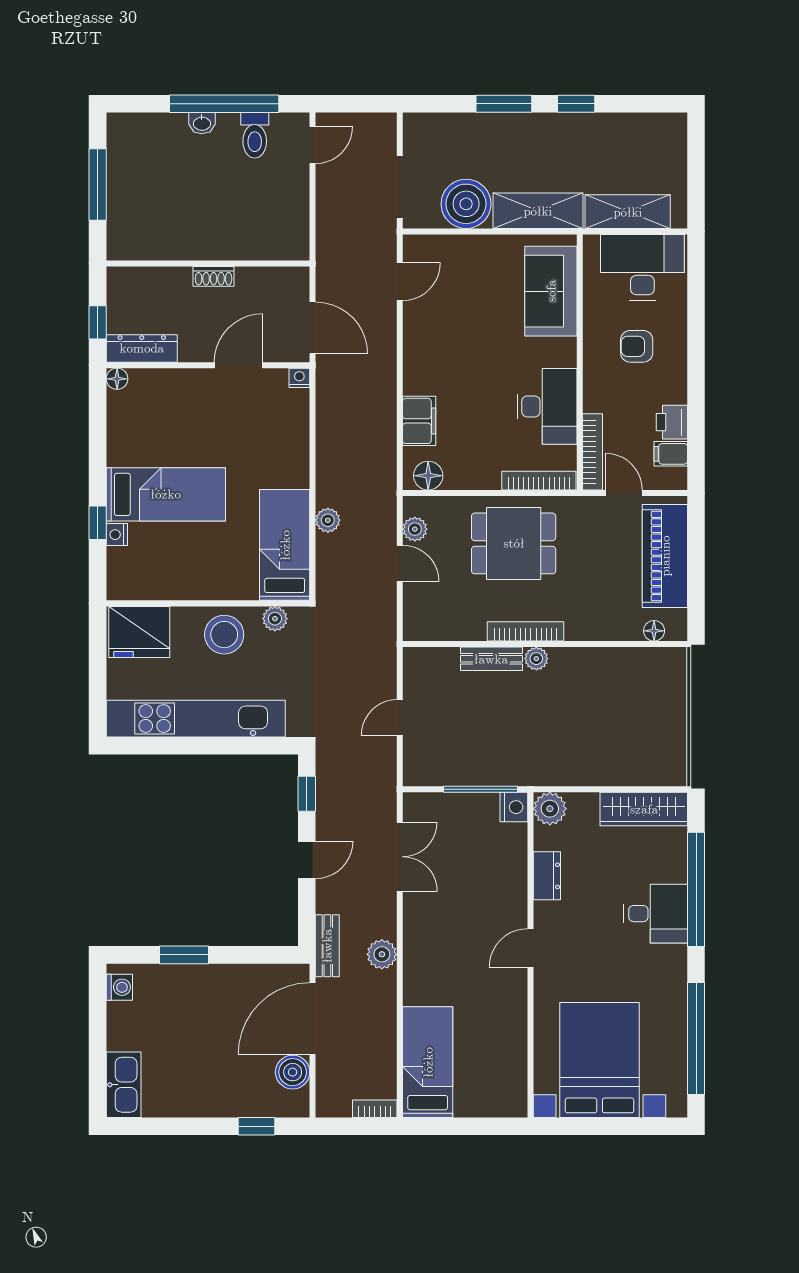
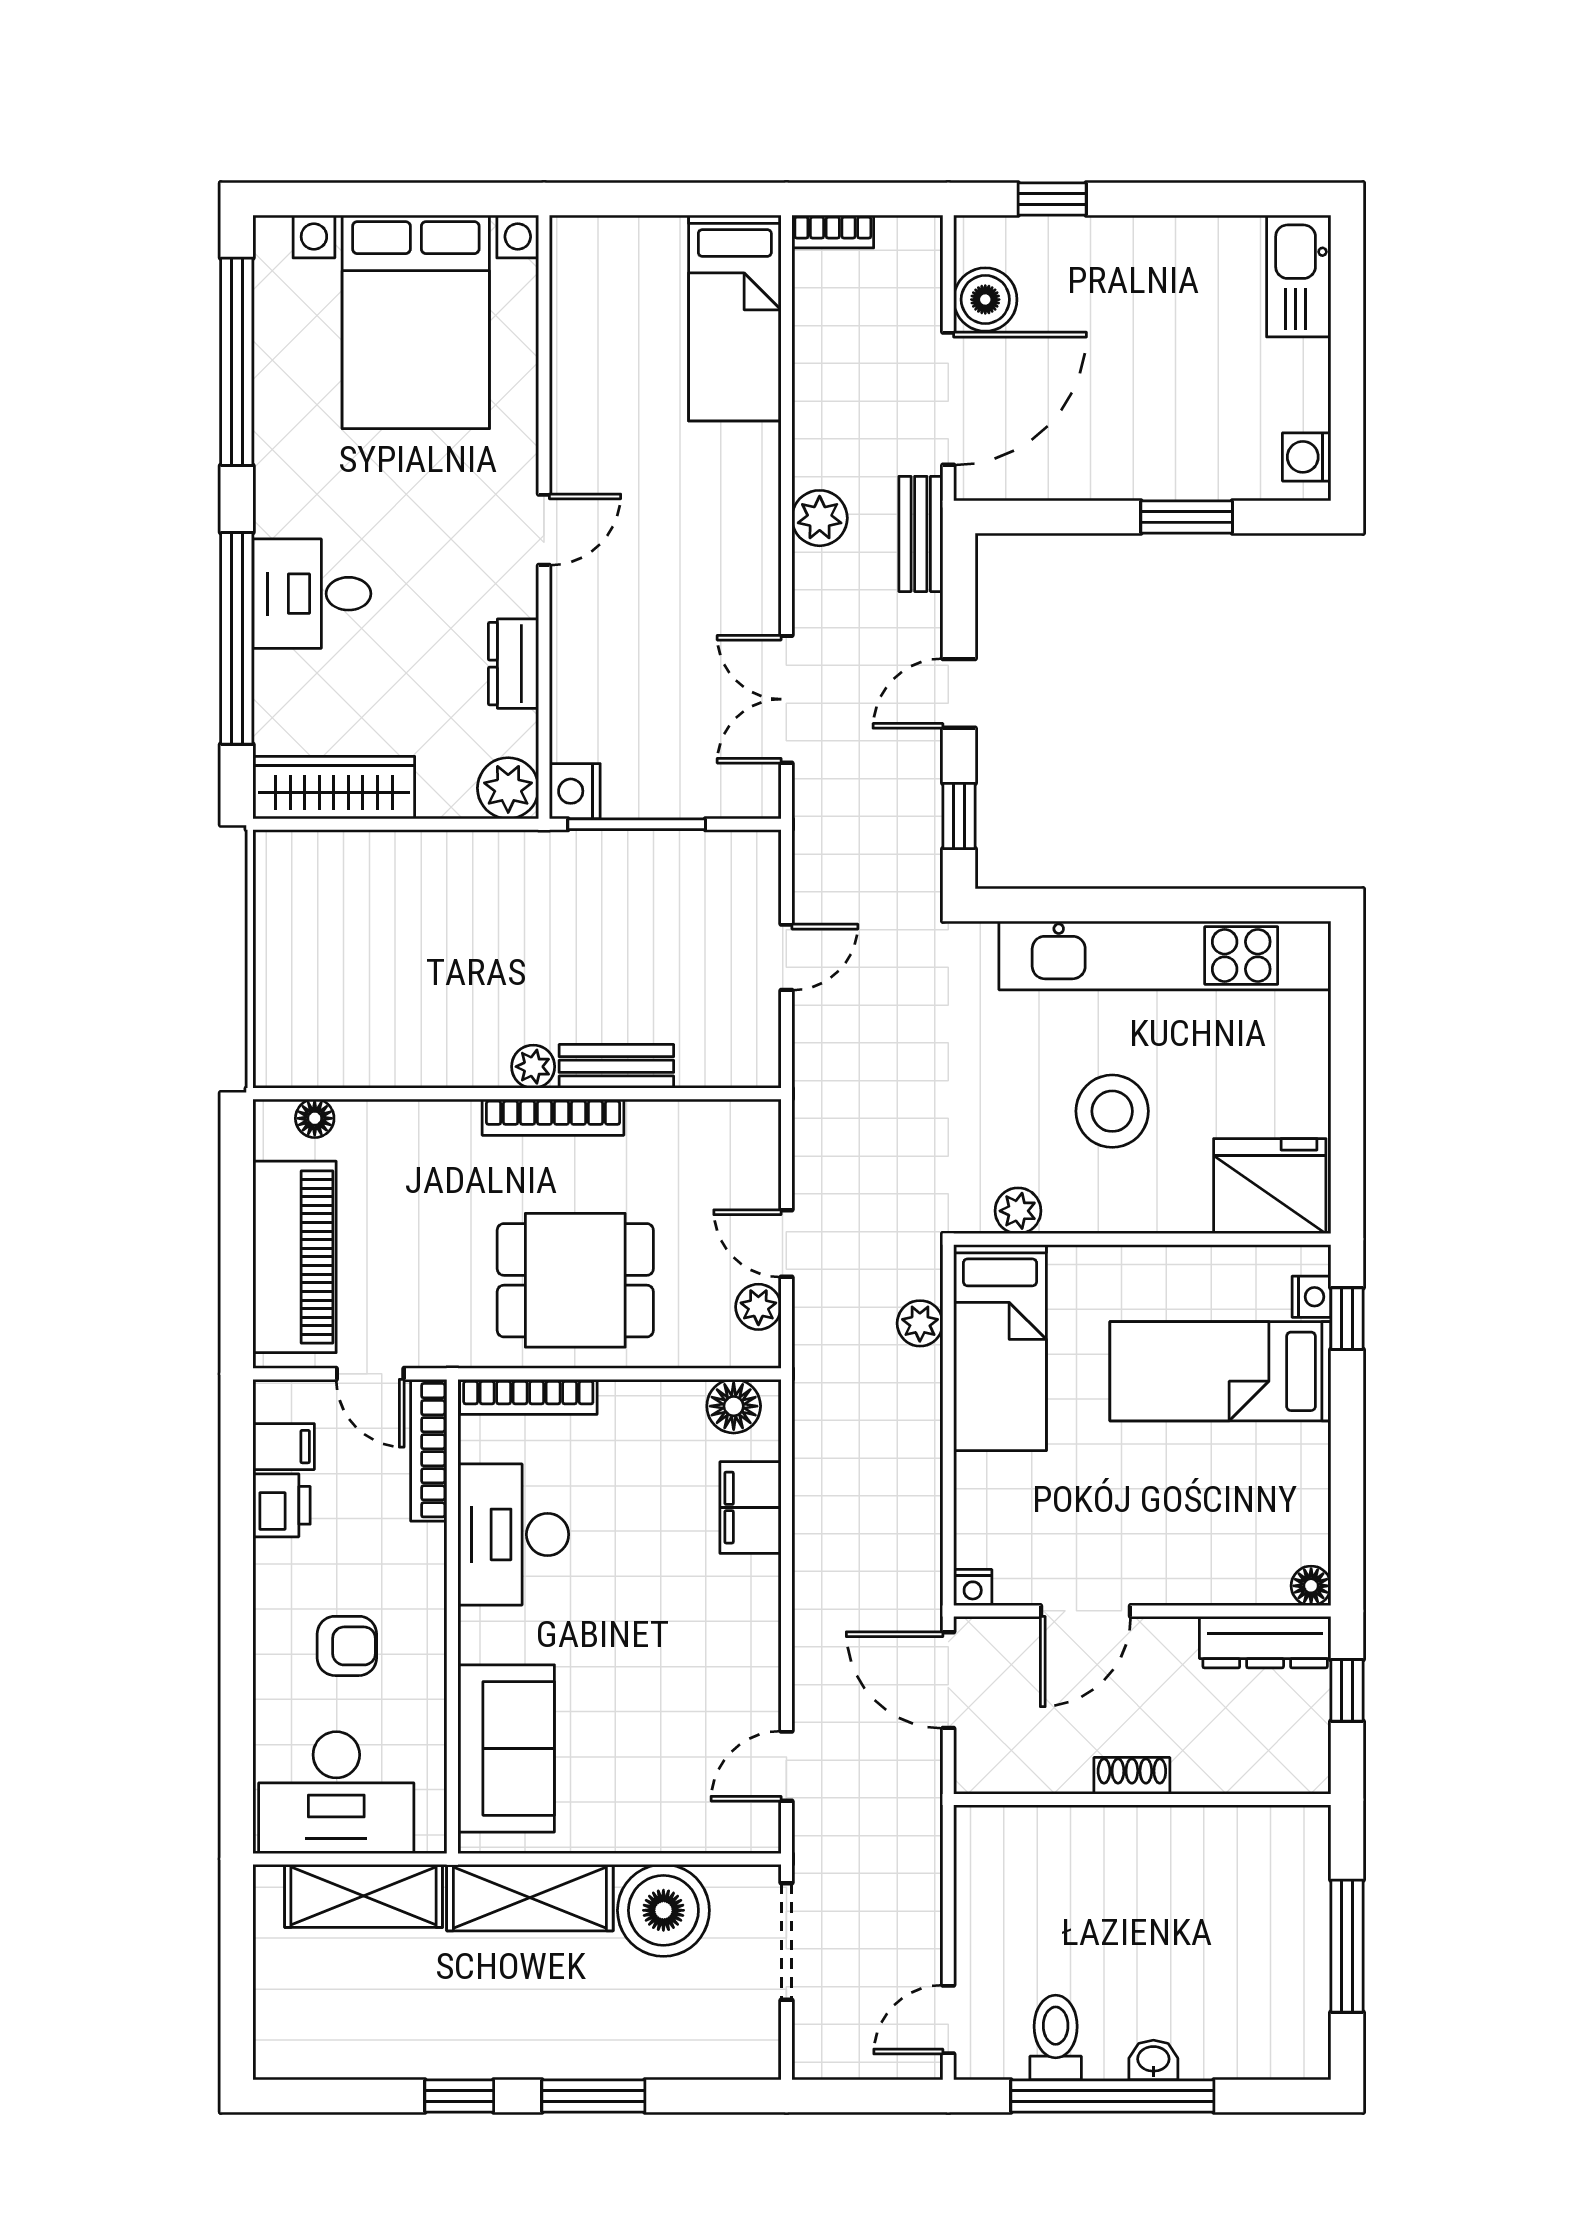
bed: (285, 545) -> (1000, 1348), moved
wall: (208, 603) -> (1142, 1239), moved
plant: (275, 619) -> (1018, 1211), moved
fridge: (139, 632) -> (1270, 1186), moved

